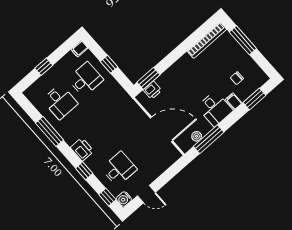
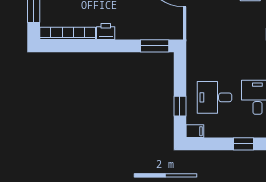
window: (109, 64) -> (180, 106), moved
printer: (152, 90) -> (106, 31), moved

